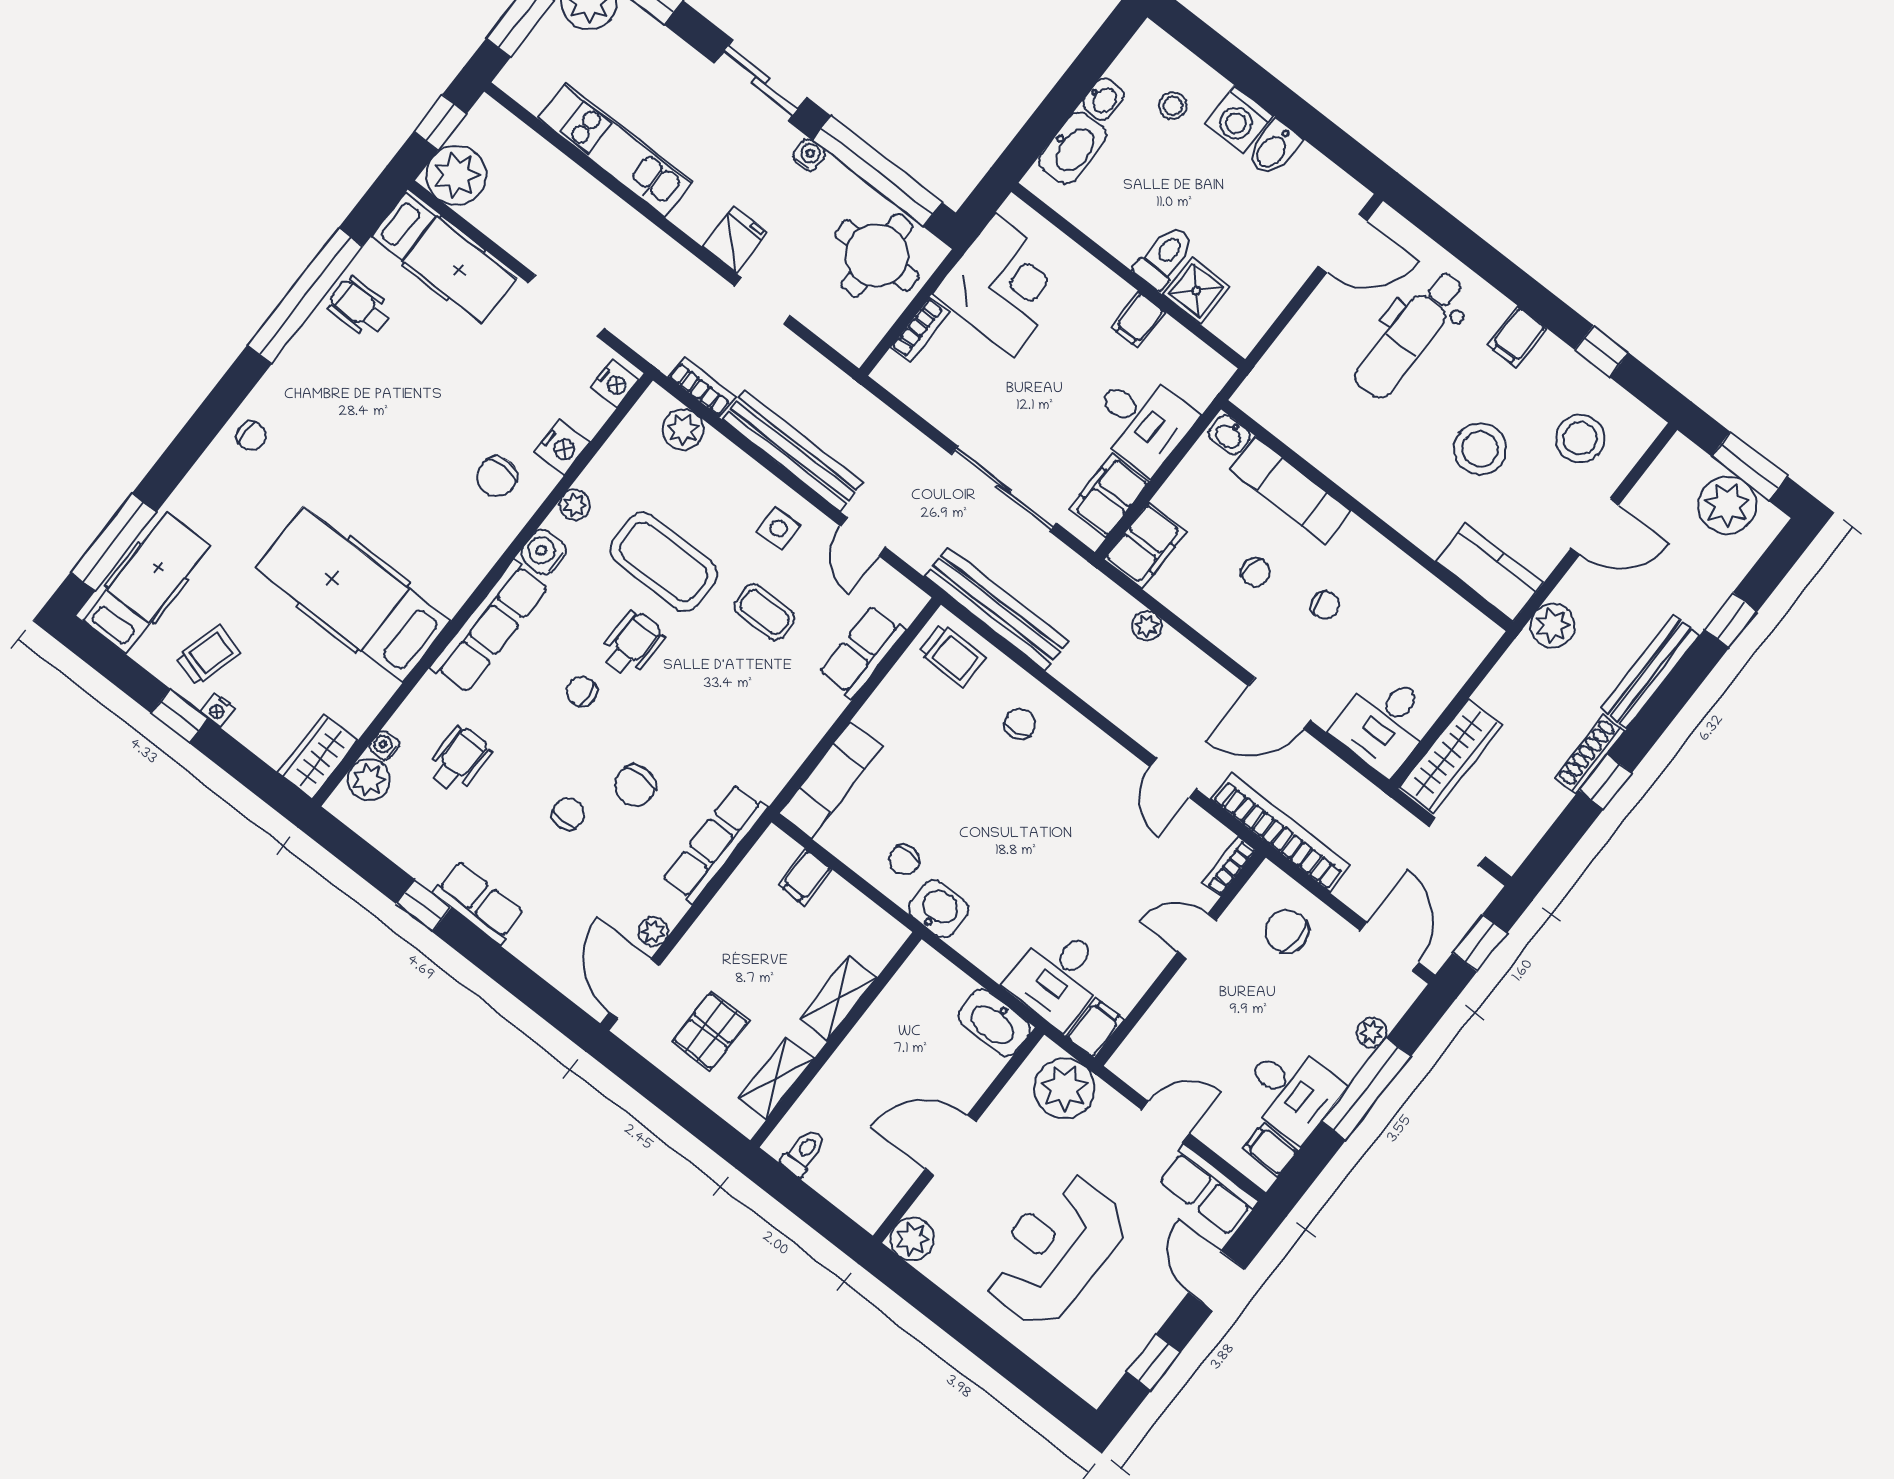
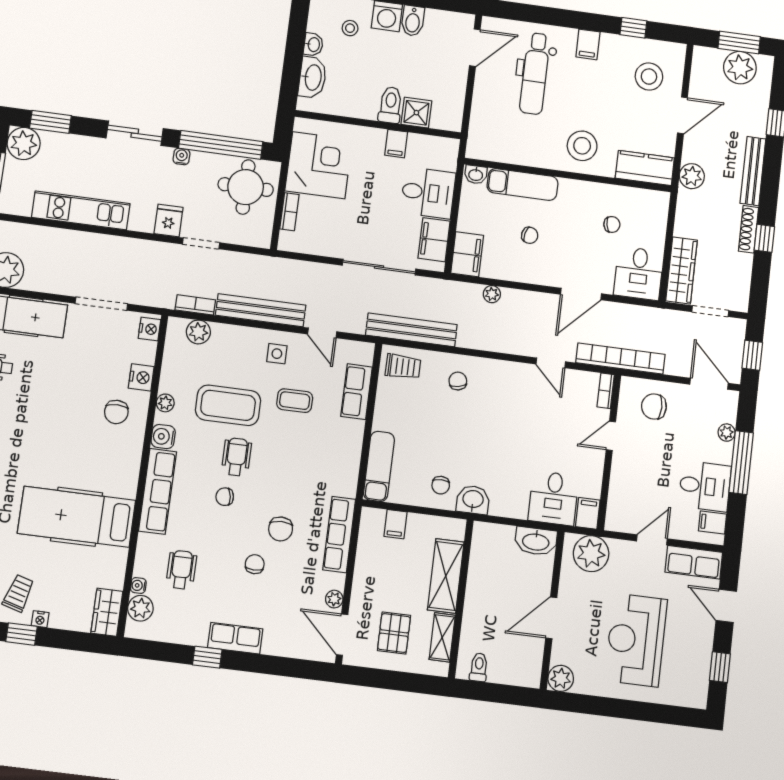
stool: (1480, 449) -> (582, 146), moved
chair: (1325, 605) -> (612, 224), moved
shelving: (838, 998) -> (446, 576), width x1.50, depth x1.33

